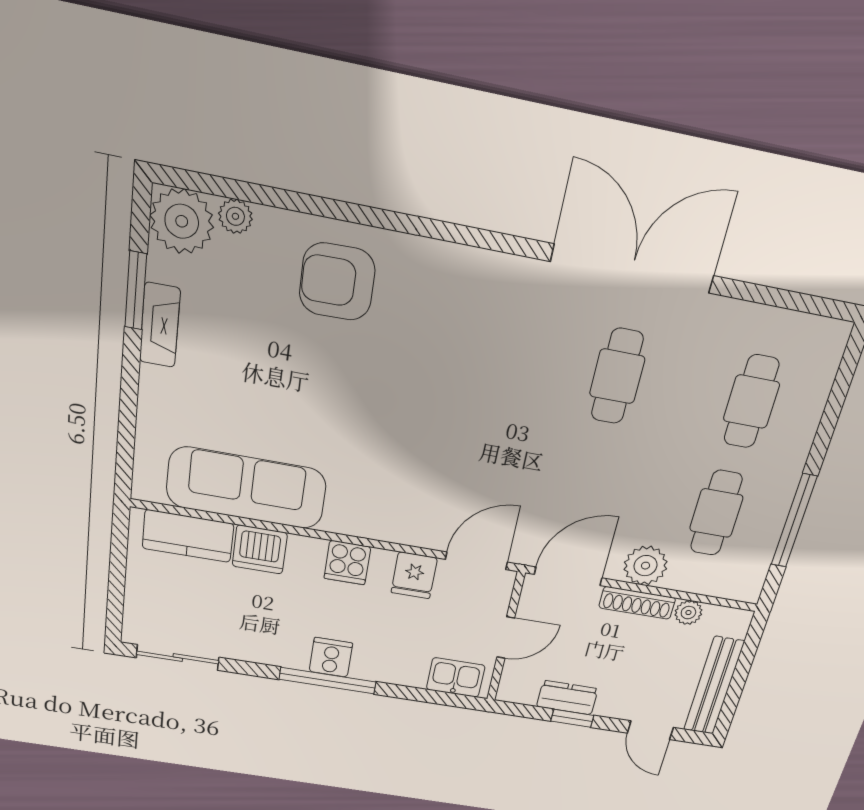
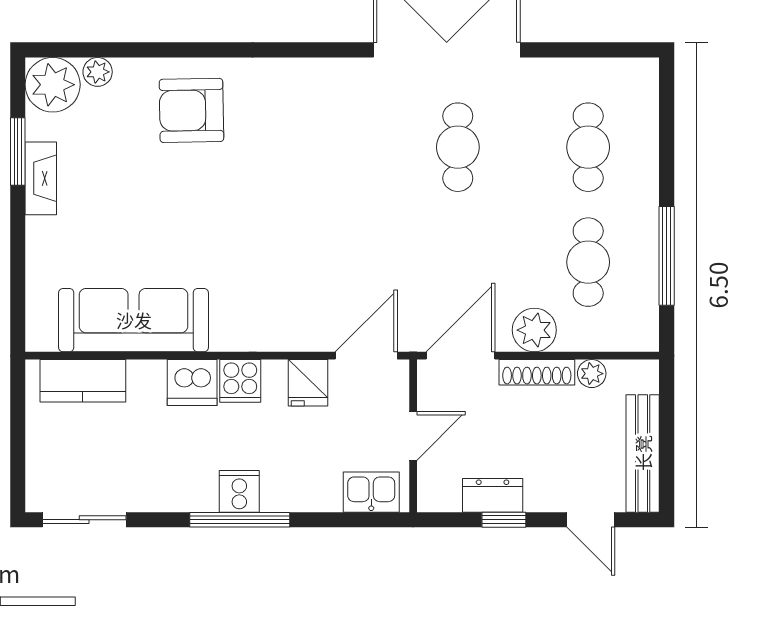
dishwasher: (260, 550) -> (192, 382), moved

